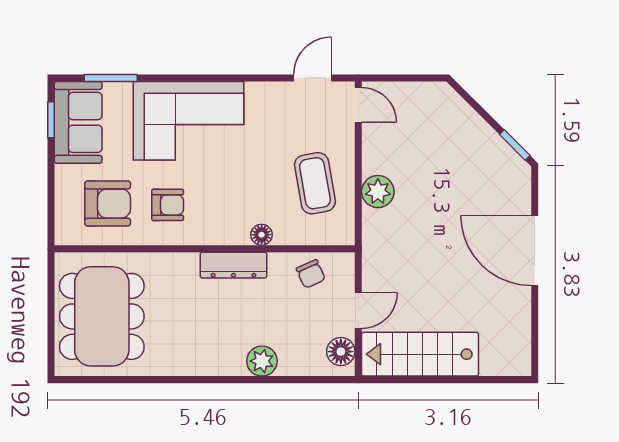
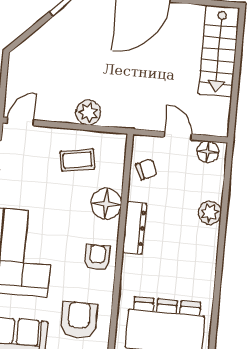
coffee table: (315, 183) -> (78, 160), width x0.73, depth x0.77
armchair: (168, 205) -> (97, 257), moved
floor lamp: (262, 235) -> (106, 204), width x1.89, depth x1.89
stairs: (420, 354) -> (219, 51), moved

